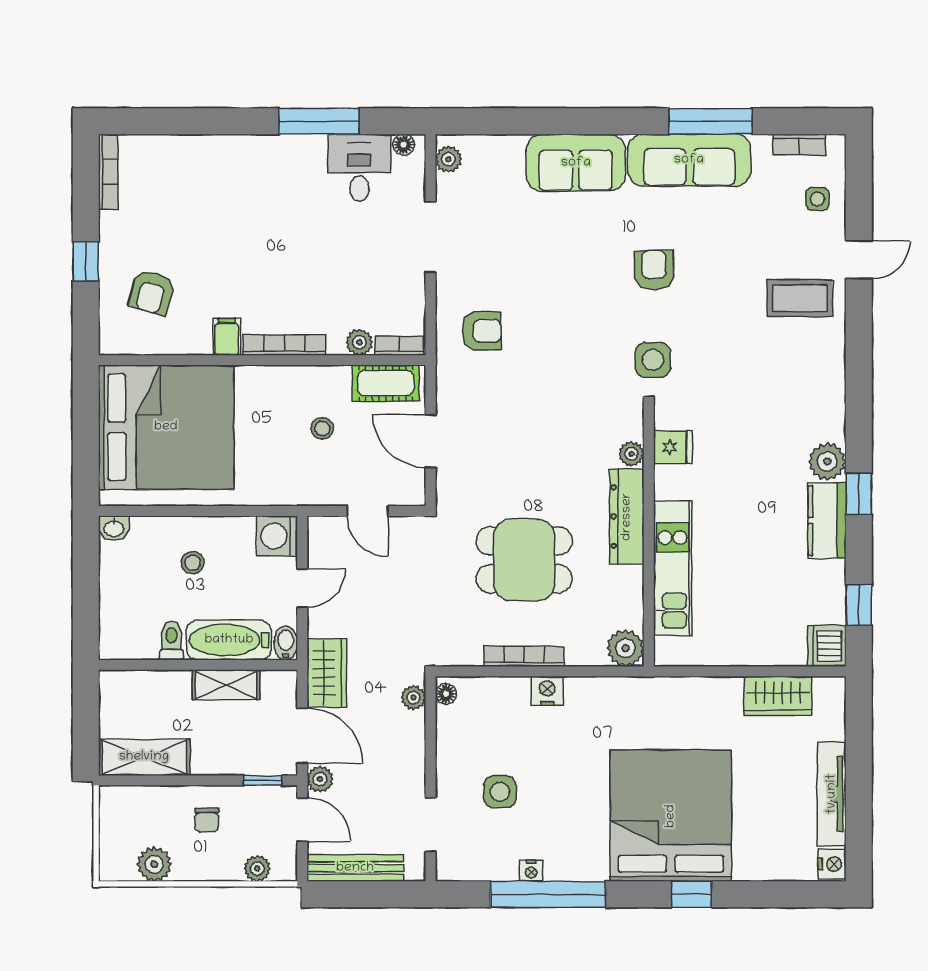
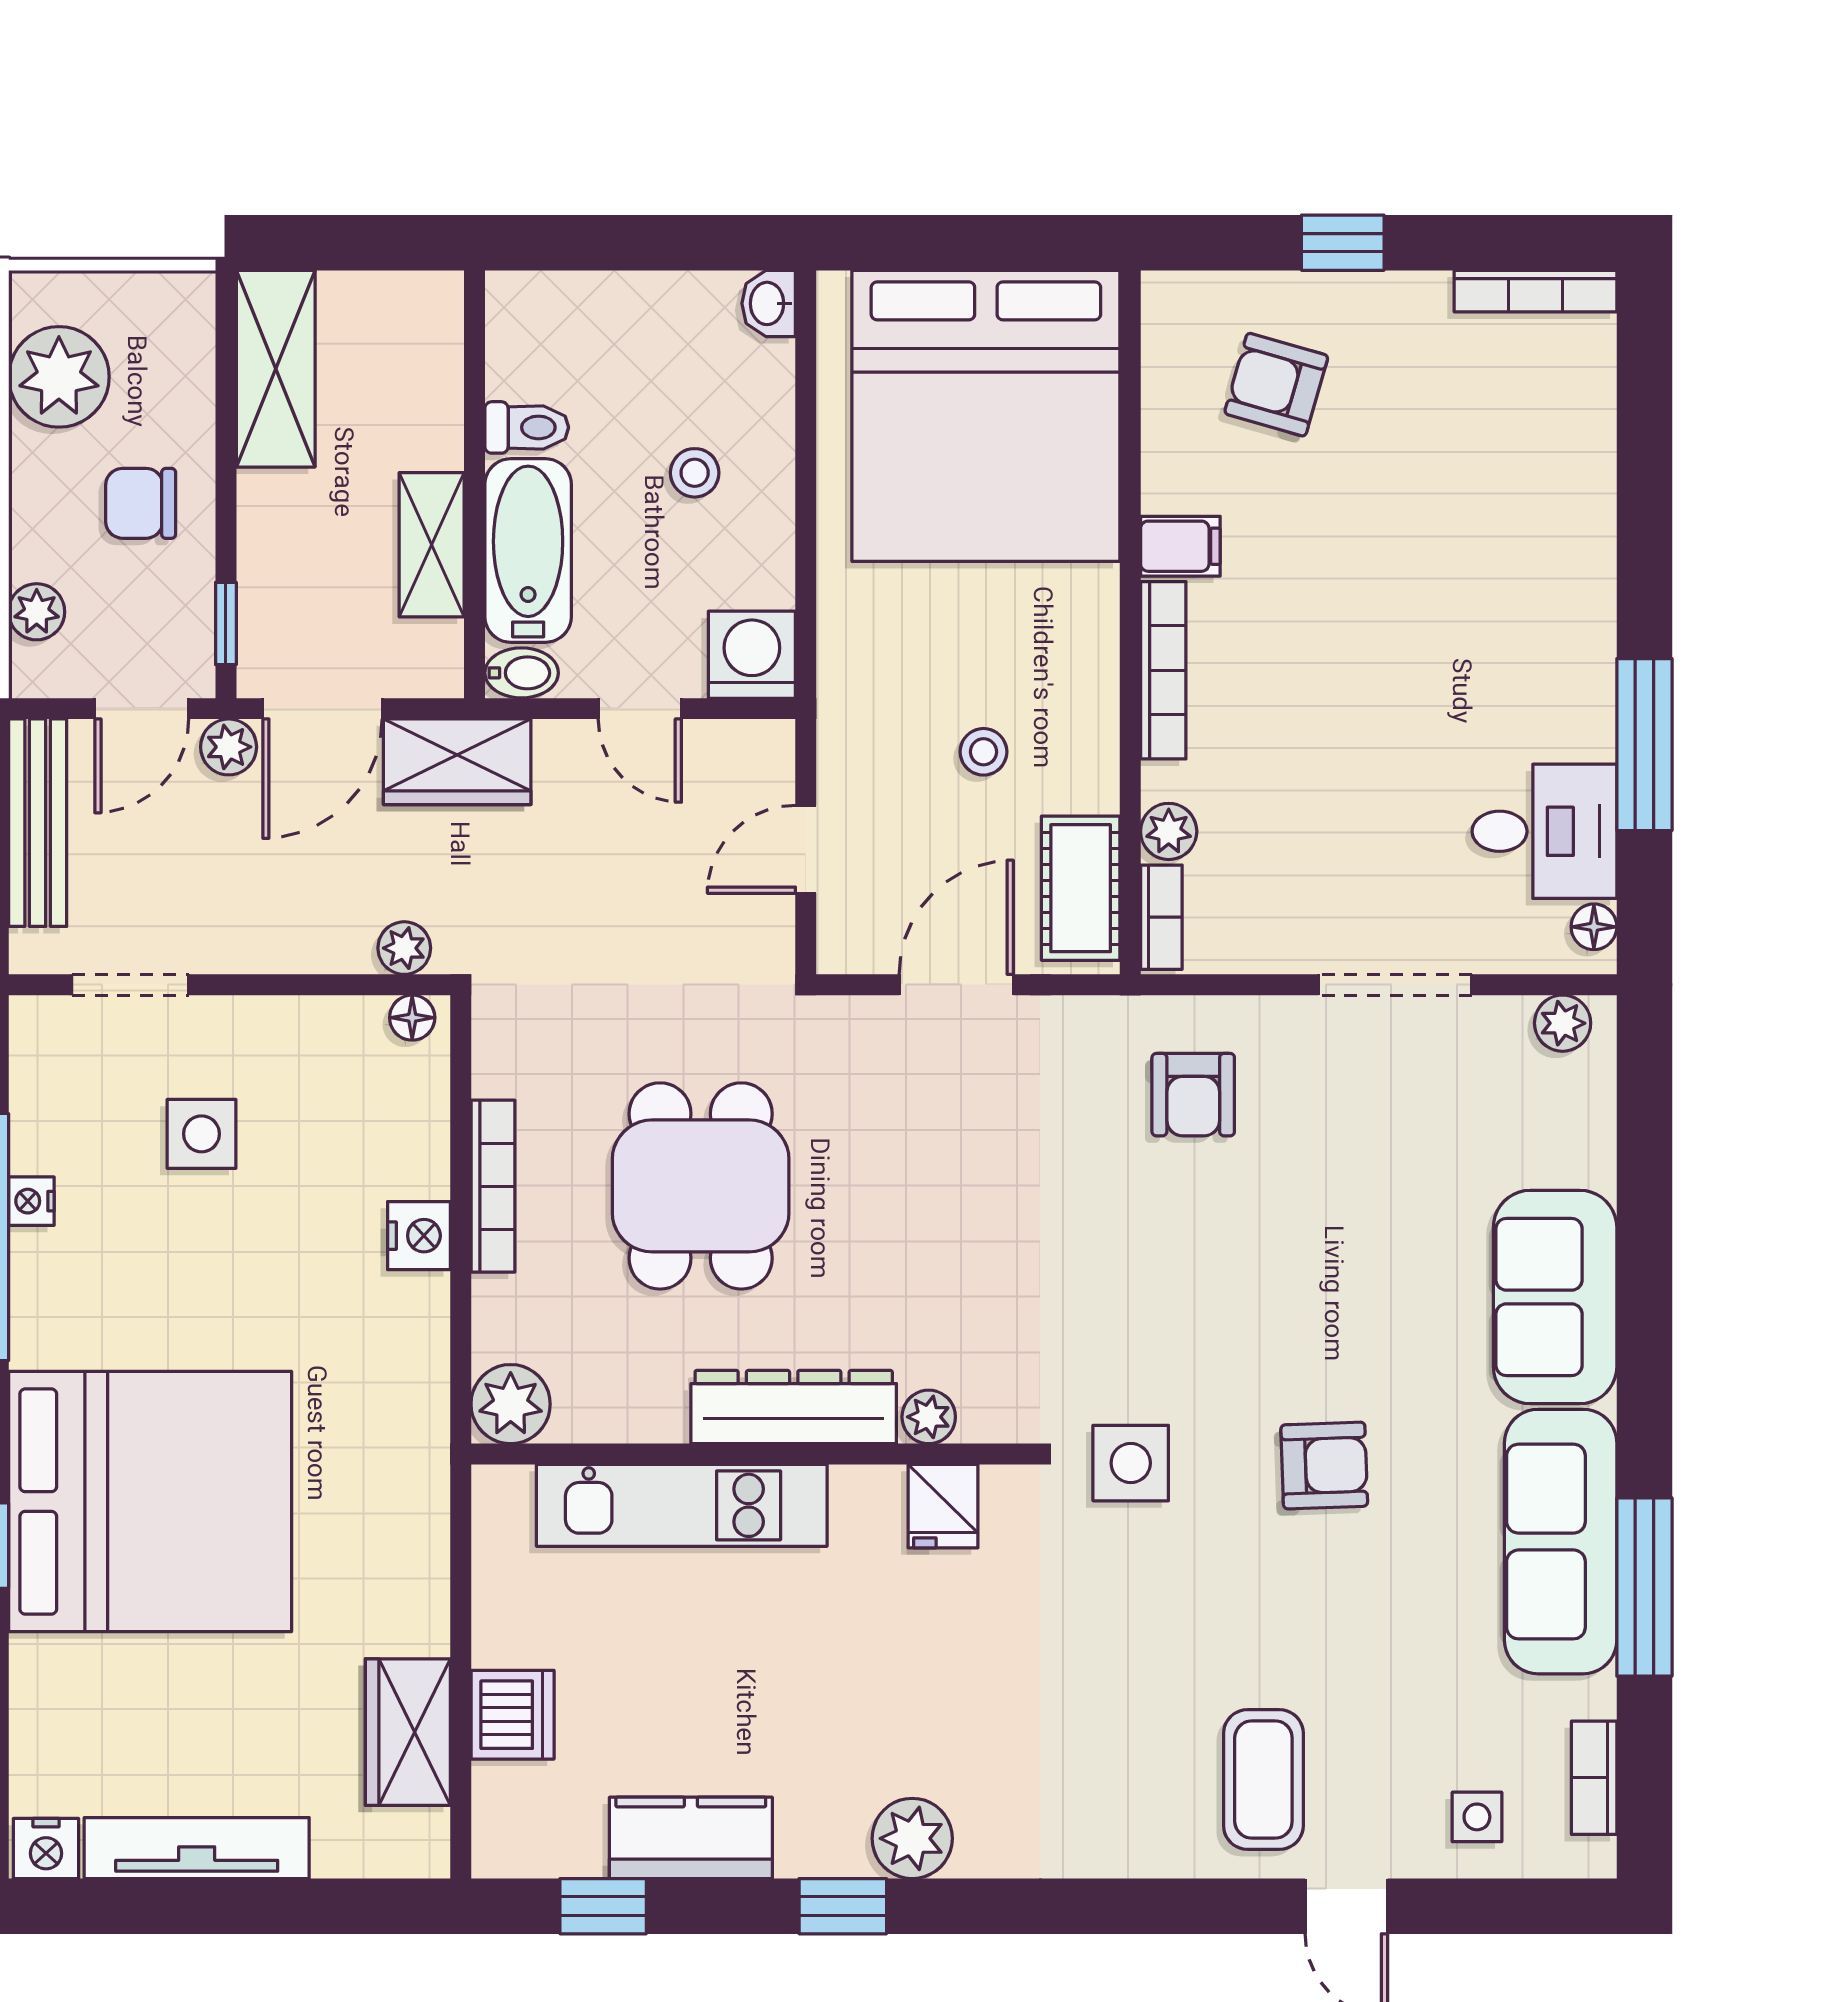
kitchen counter: (827, 521) -> (691, 1838), moved
dishwasher: (827, 646) -> (513, 1715), moved, turned 90
chair: (207, 820) -> (141, 503), width x1.37, depth x1.37
plant: (154, 864) -> (59, 377), width x1.36, depth x1.36

